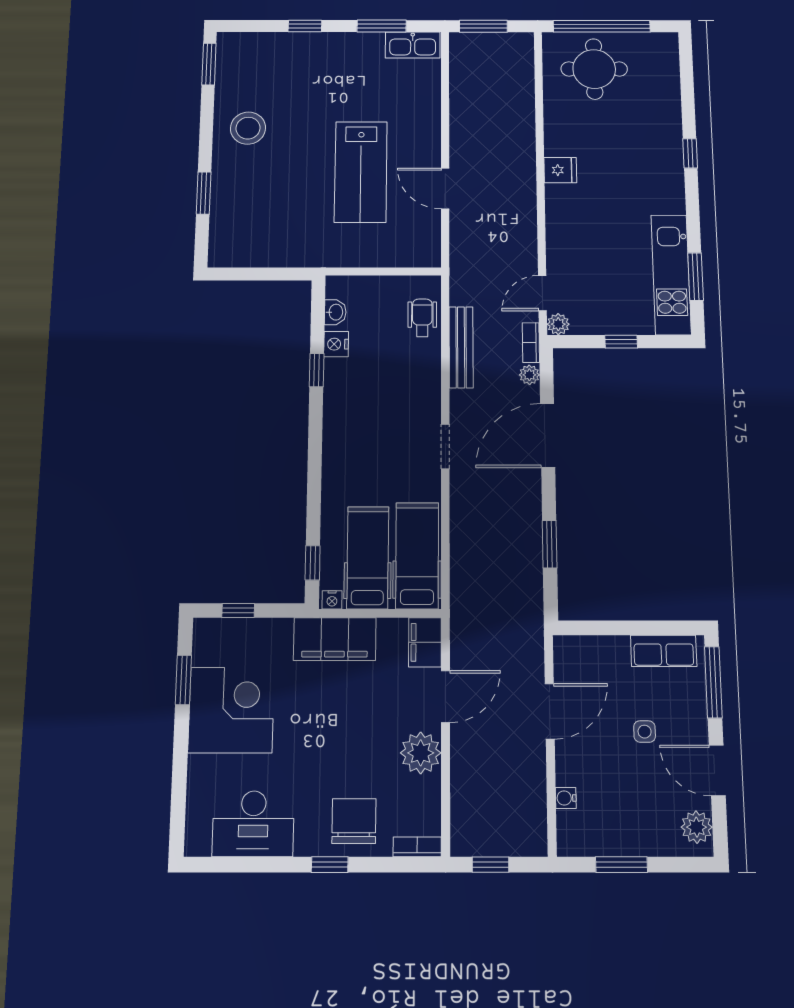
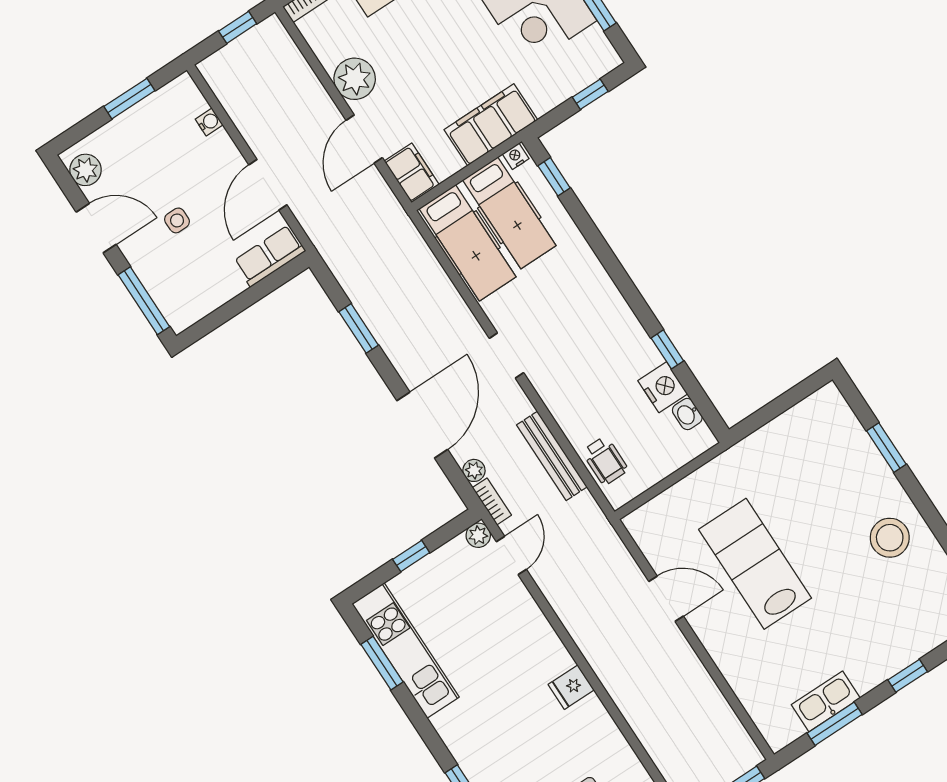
kitchen sink: (413, 45) -> (826, 701), moved
nightstand: (336, 344) -> (663, 387), width x1.36, depth x1.33
row of seats: (664, 651) -> (270, 256), moved

